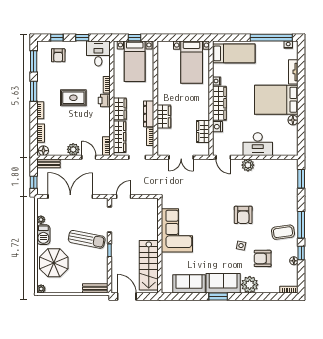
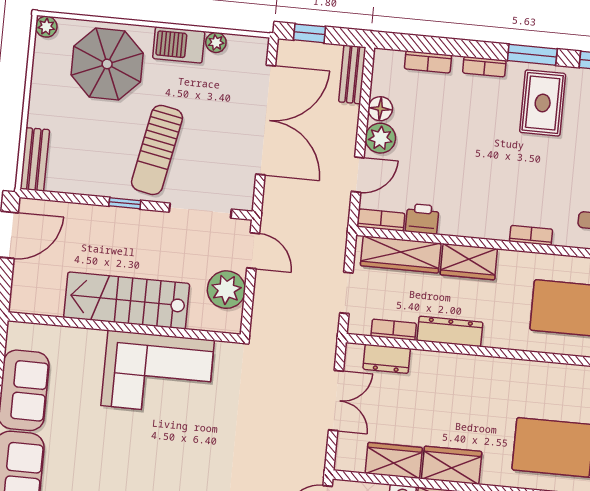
rug: (73, 98) -> (543, 103), moved
printer: (104, 100) -> (422, 219), moved
wardrobe: (164, 117) -> (452, 465), moved, turned 180
dresser: (162, 138) -> (387, 359), added
floor lamp: (43, 151) -> (380, 109), moved
double door: (181, 157) -> (336, 401), swing flipped
plant: (140, 206) -> (226, 290), added
stairs: (149, 265) -> (127, 301), moved

